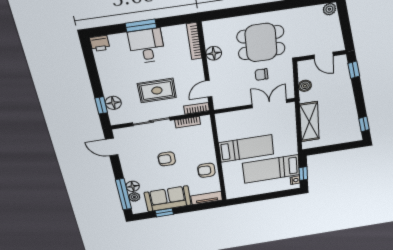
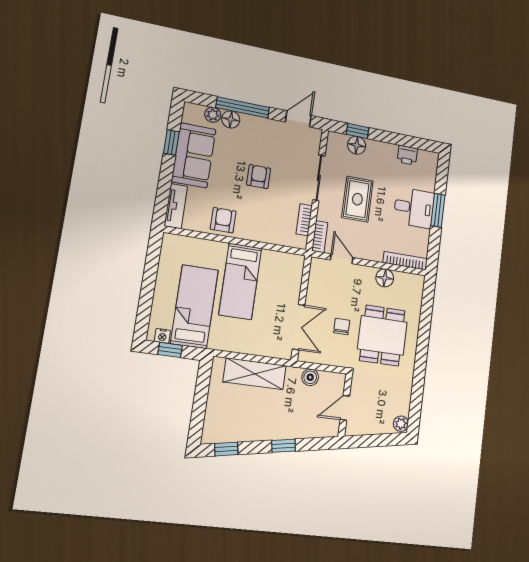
printer: (100, 43) -> (407, 155), moved, turned -90
window: (354, 70) -> (284, 446), moved
window: (123, 194) -> (243, 107), moved

